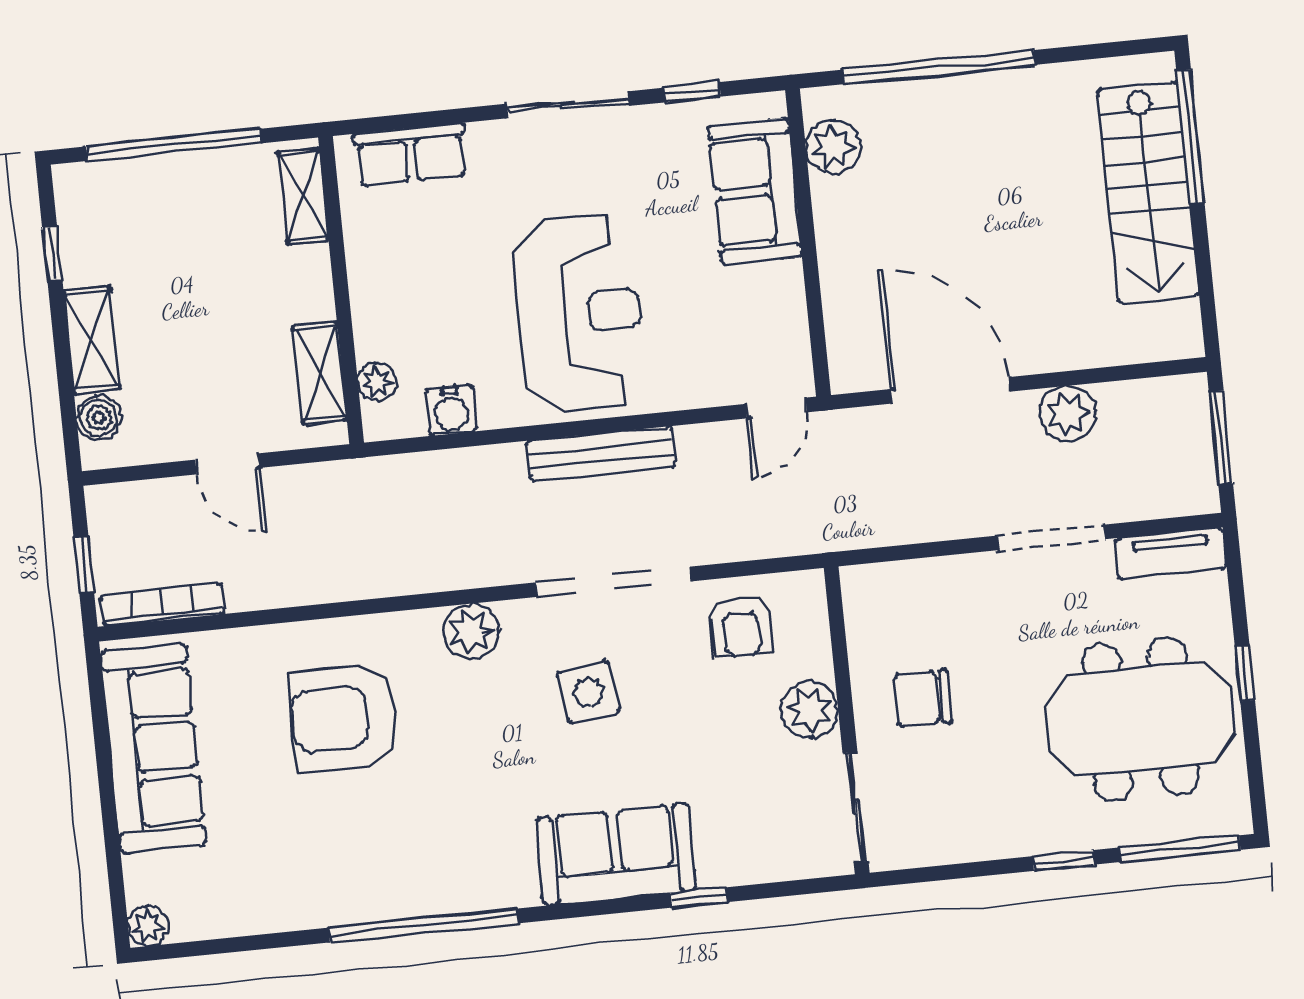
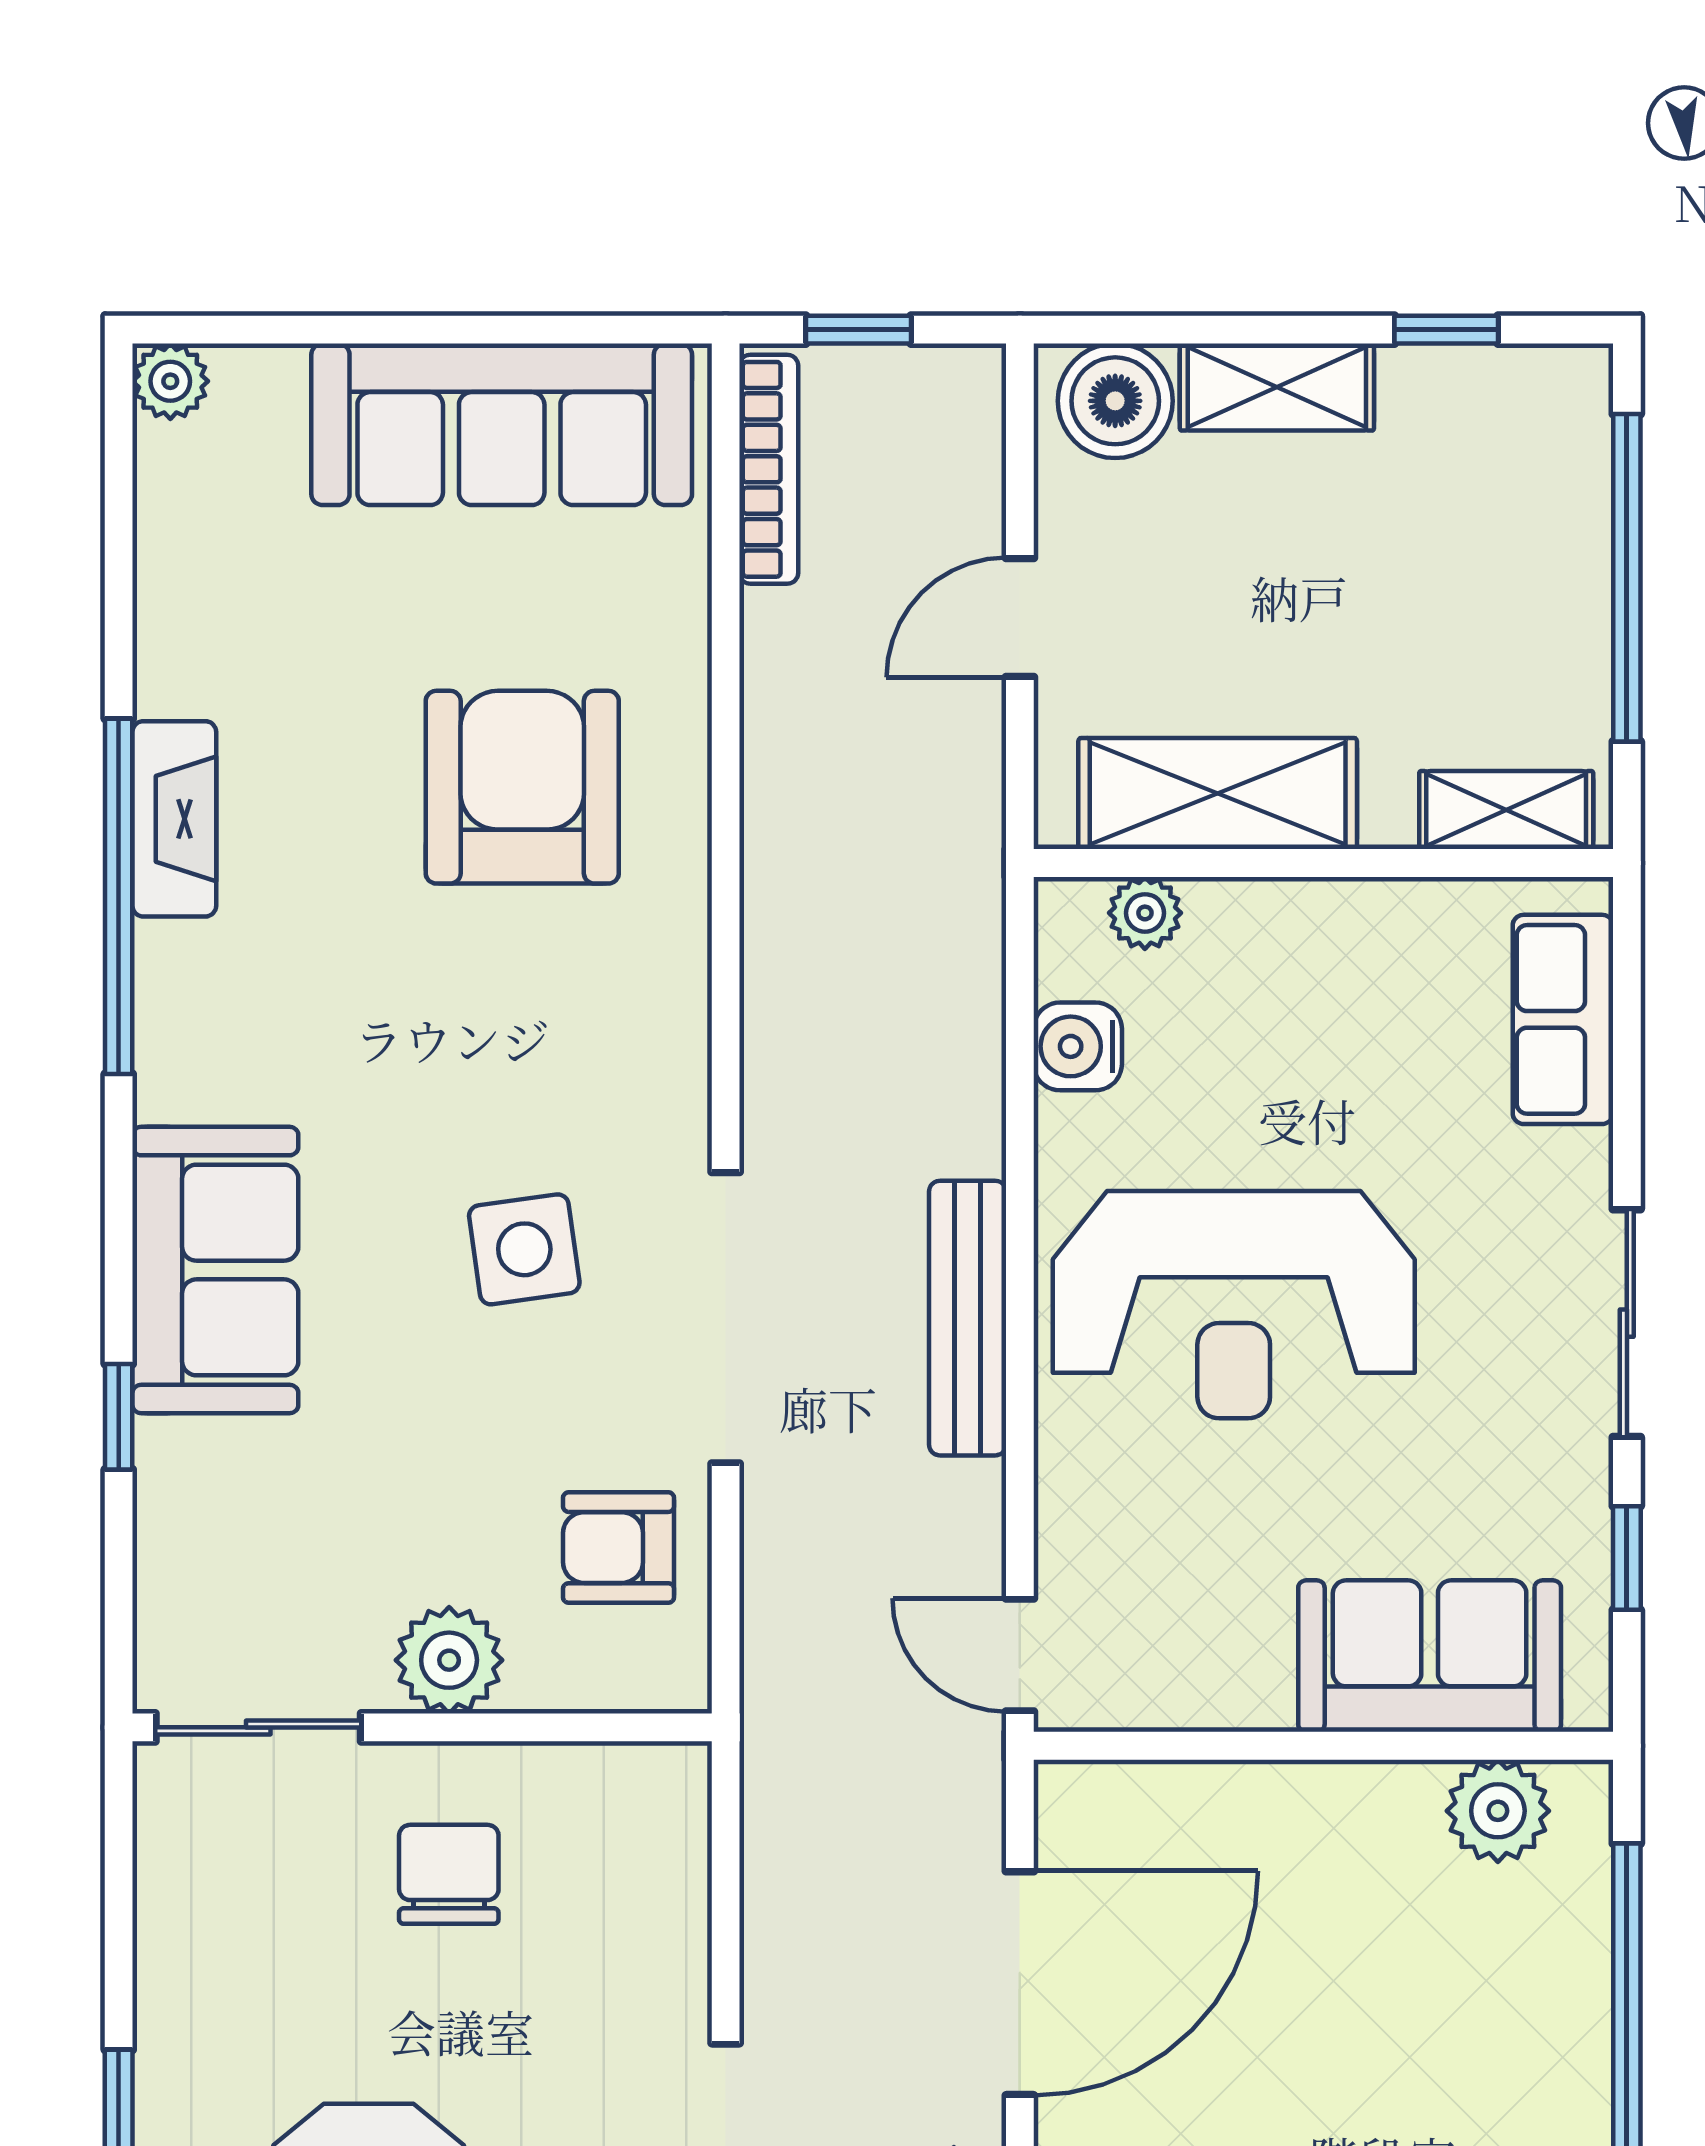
shelving: (320, 373) -> (1218, 794), width x1.50, depth x1.33
boiler: (99, 418) -> (1115, 401), width x1.36, depth x1.36
plant: (471, 632) -> (659, 1041), removed
fireplace: (379, 900) -> (174, 819), added

